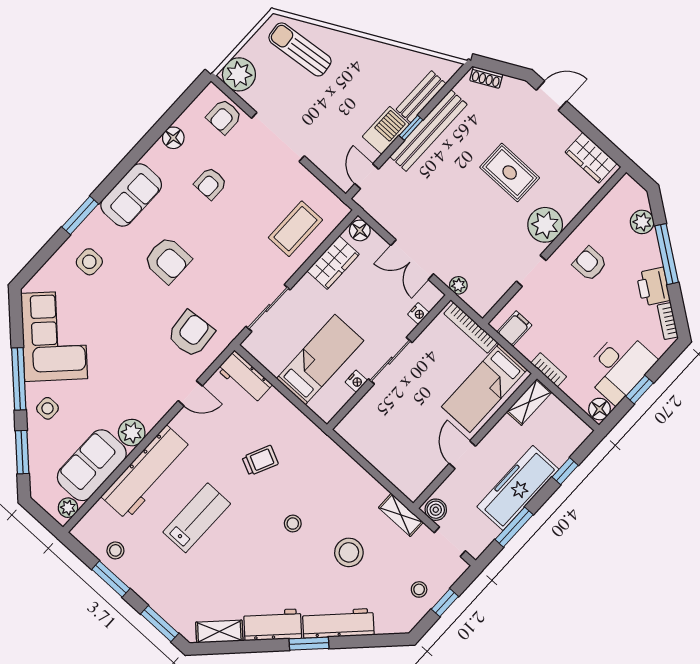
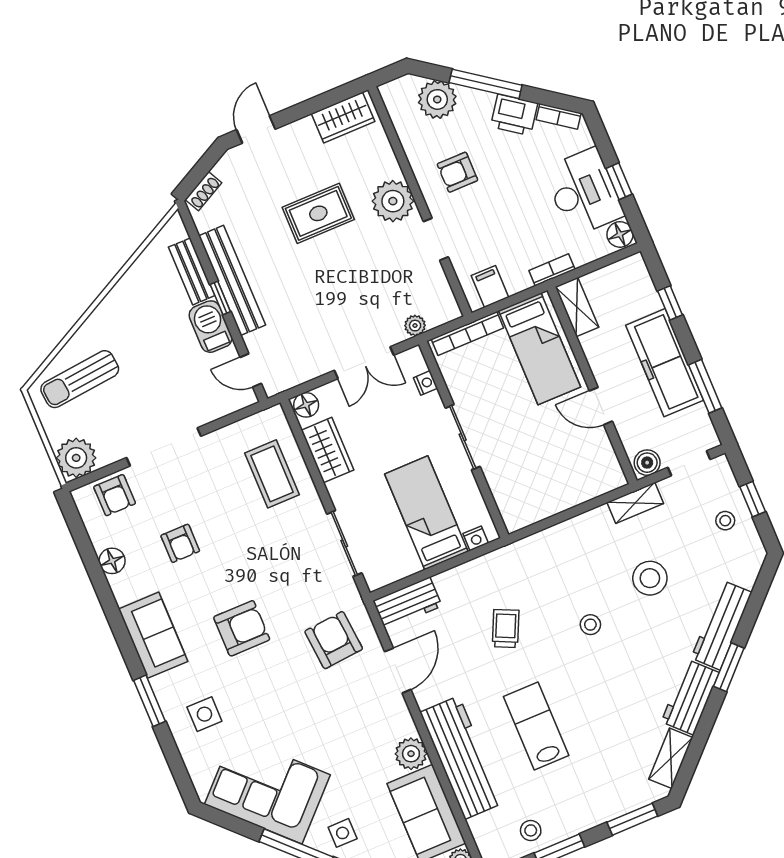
plant: (642, 222) -> (437, 99), width x1.36, depth x1.36
nightstand: (356, 381) -> (476, 538), moved, turned 90
door: (190, 393) -> (398, 671), width x1.38

